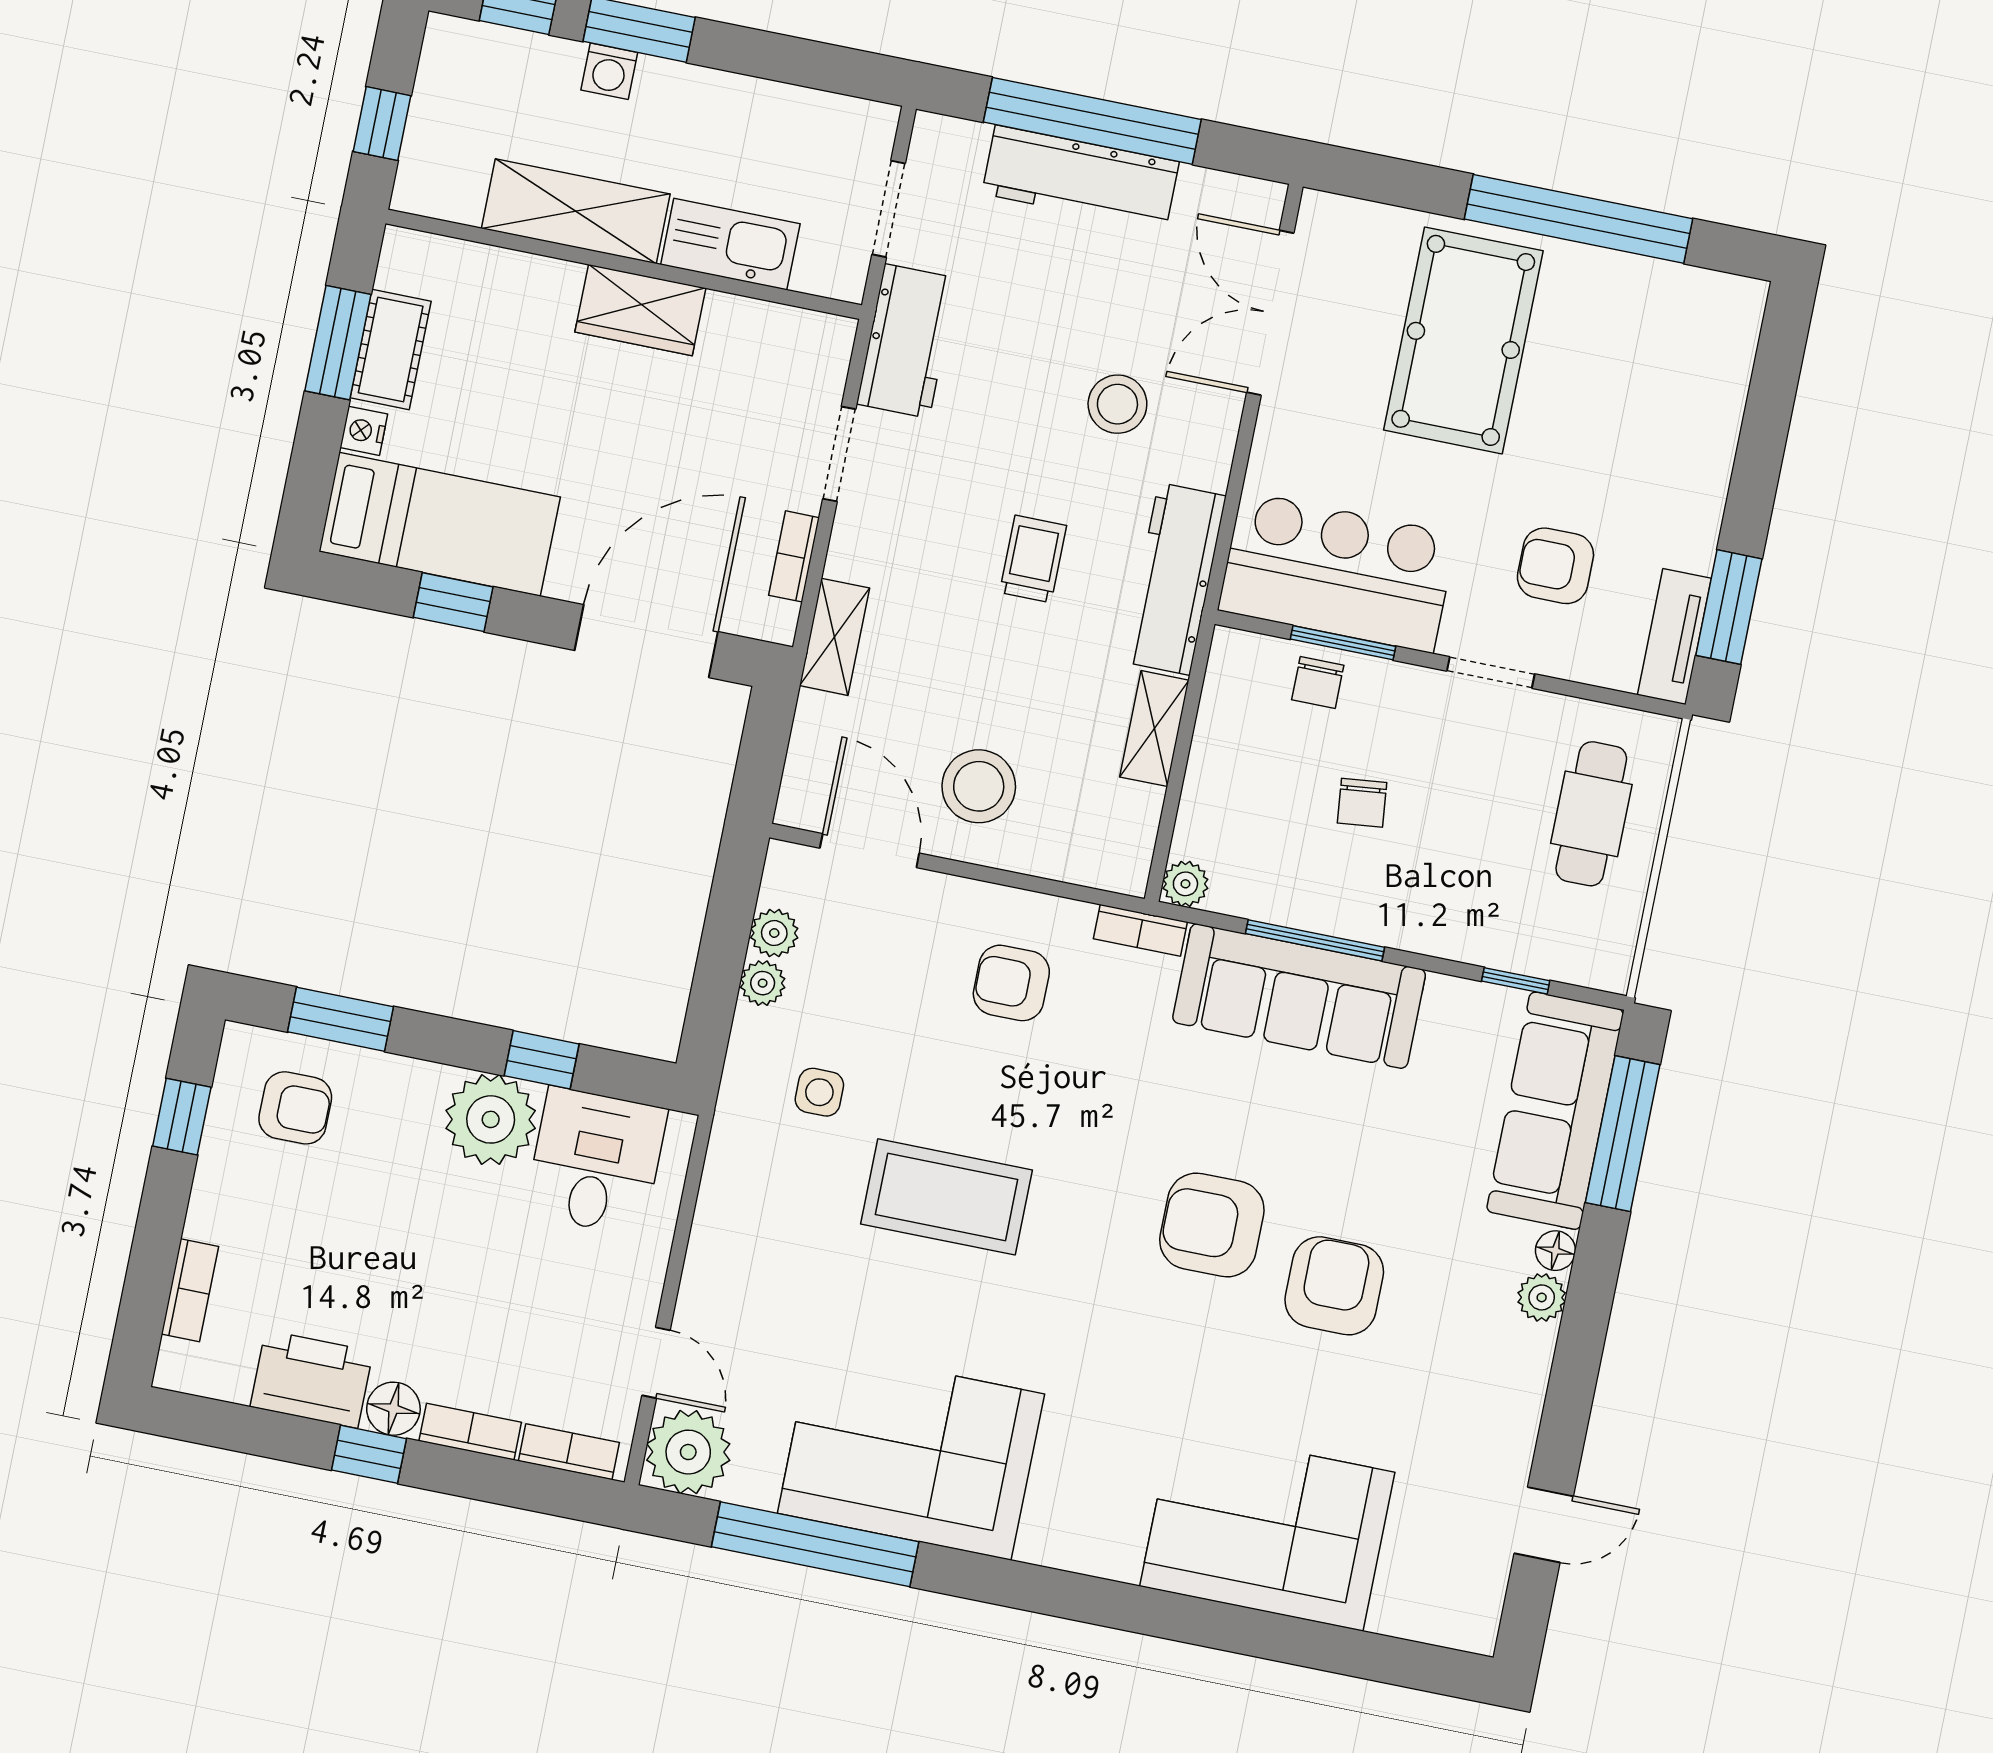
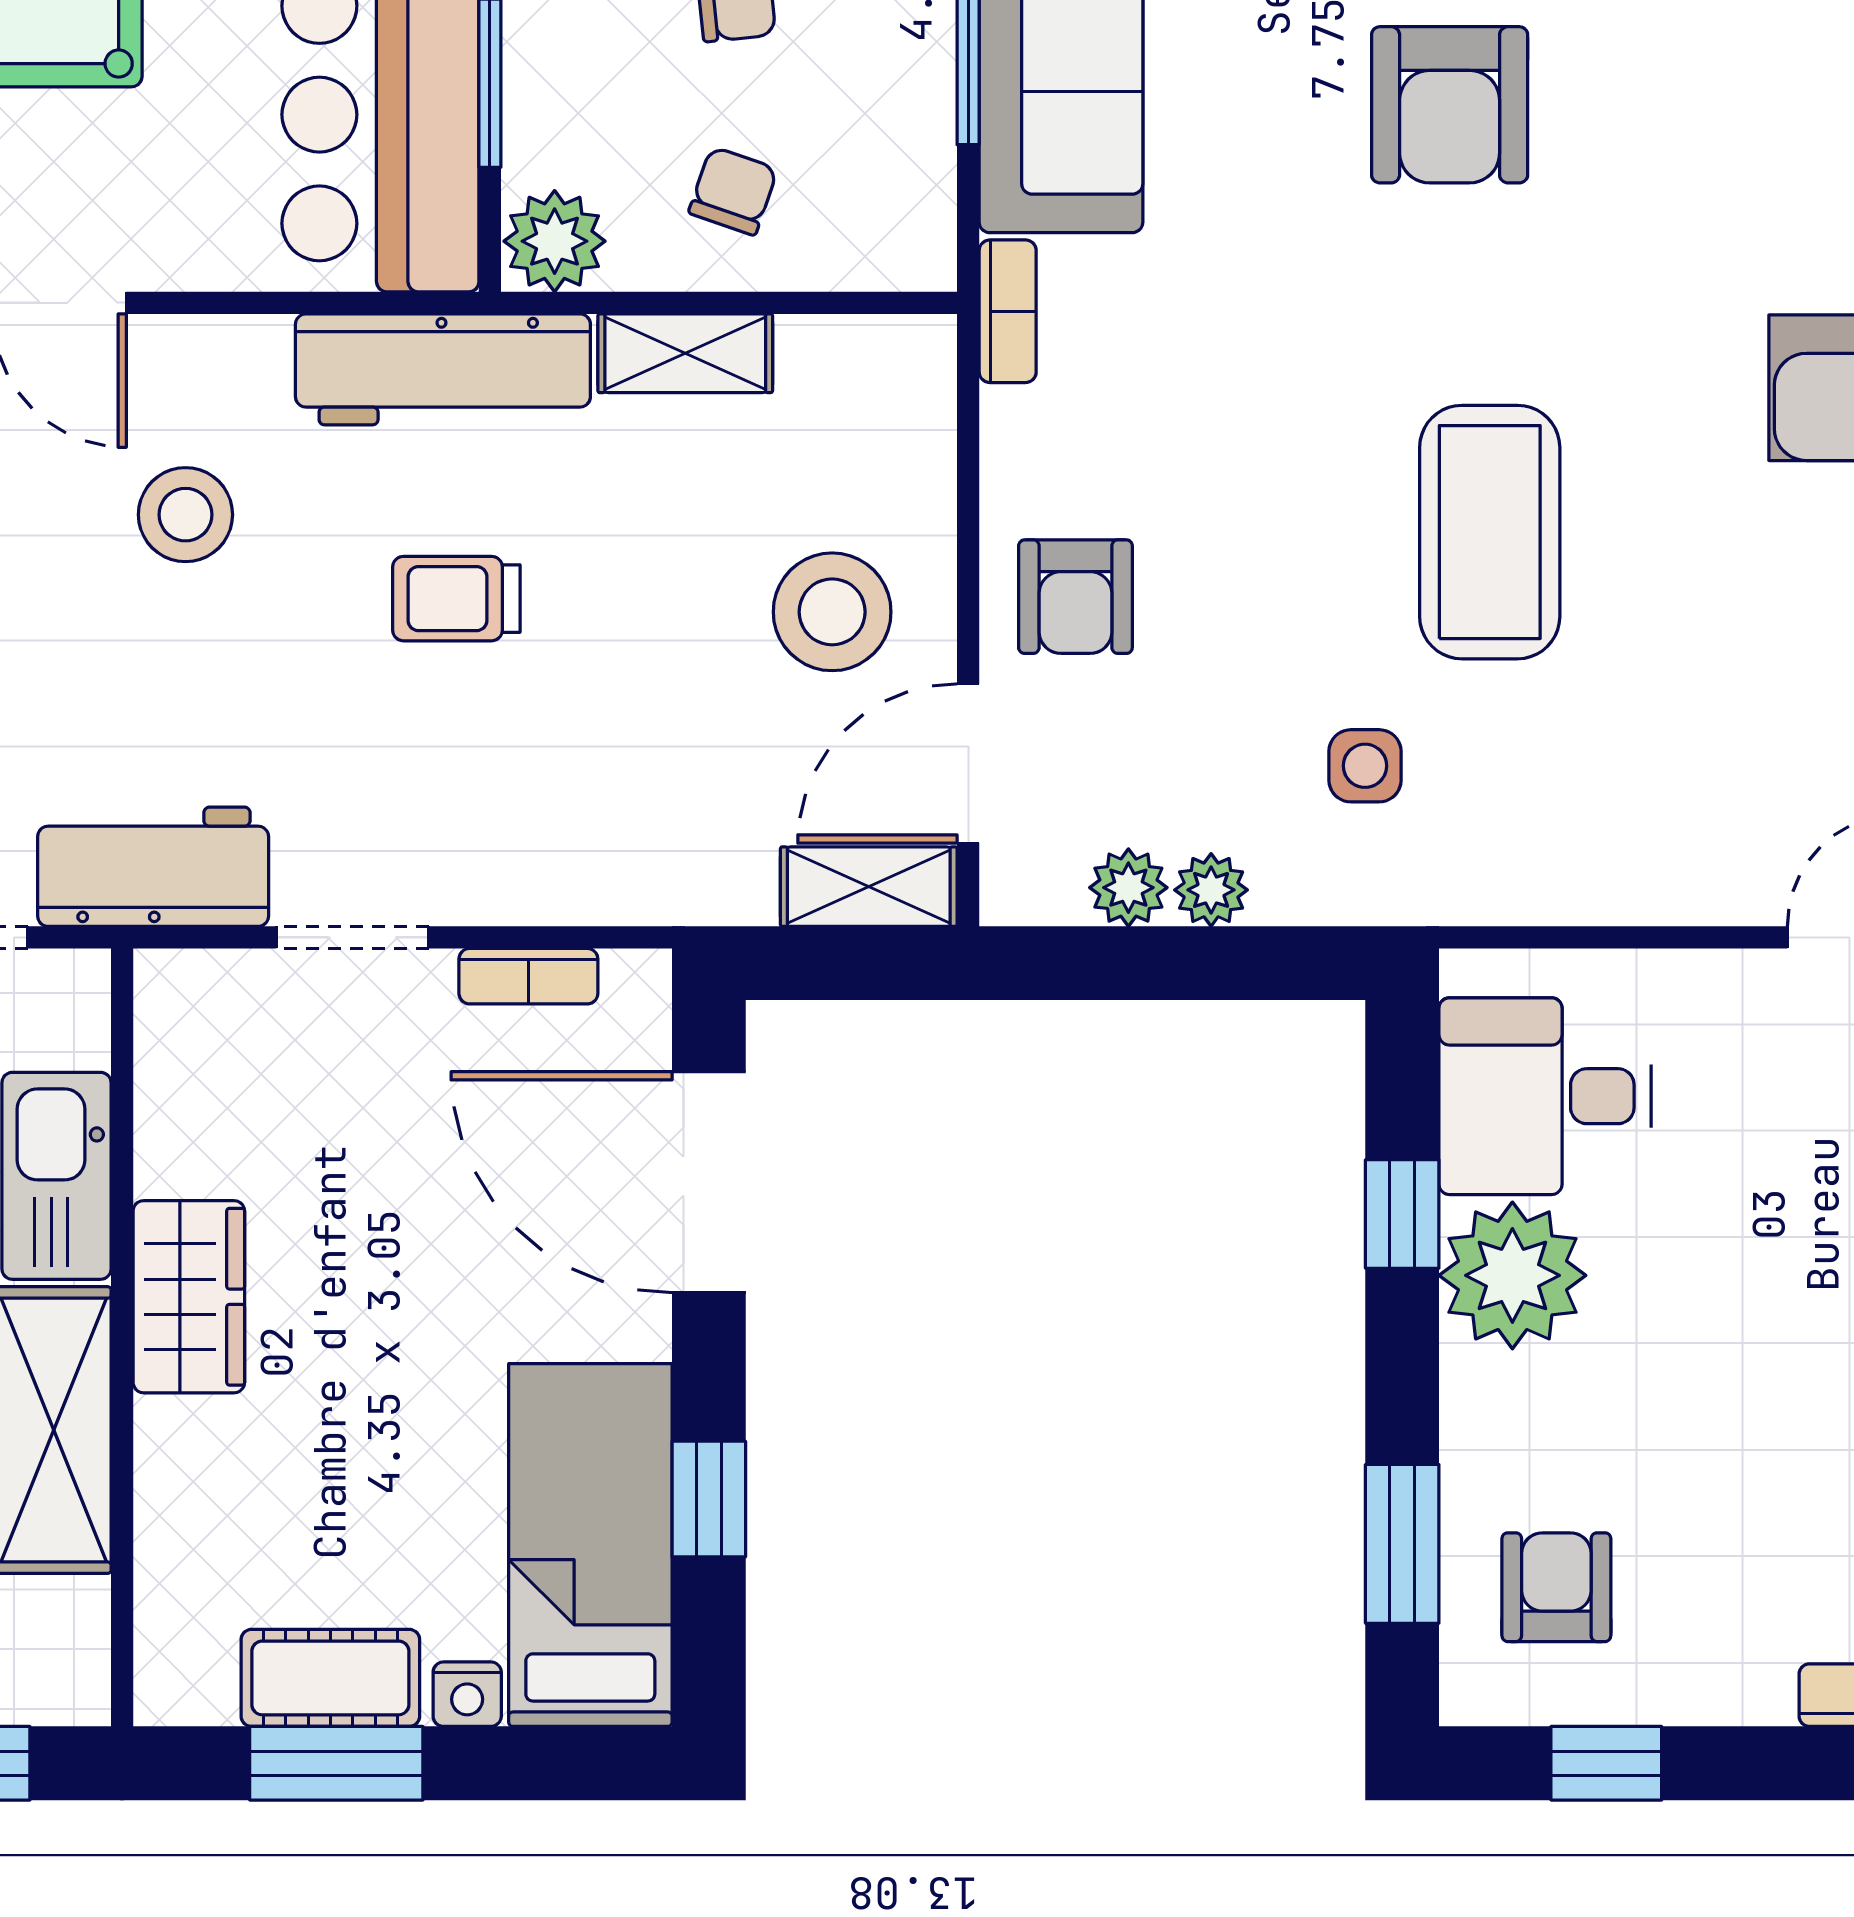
shelving: (835, 637) -> (869, 887), moved
chair: (1318, 683) -> (733, 191), moved, turned -71
plant: (1185, 884) -> (555, 241), moved, width x1.38, depth x1.38
armchair: (1011, 983) -> (1075, 597), moved

